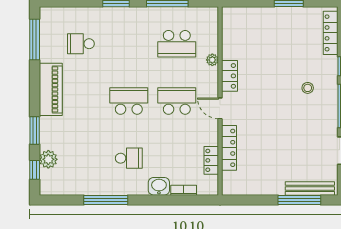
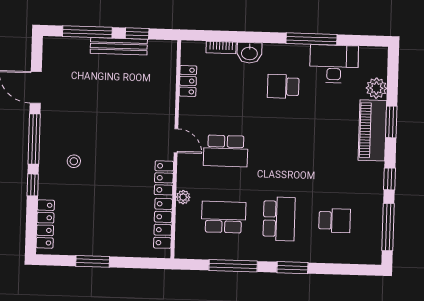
piano: (51, 89) -> (372, 130), moved
school desk: (129, 101) -> (279, 219), moved, turned -90
locker: (229, 148) -> (163, 223), moved
window: (35, 170) -> (389, 179), moved
desk: (86, 179) -> (334, 64), added
bench: (310, 188) -> (119, 46), moved
window: (257, 200) -> (137, 33), added

